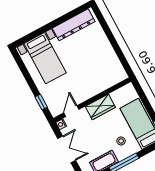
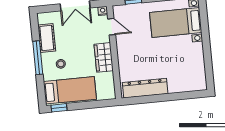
dresser: (74, 25) -> (145, 88), moved, turned 90

